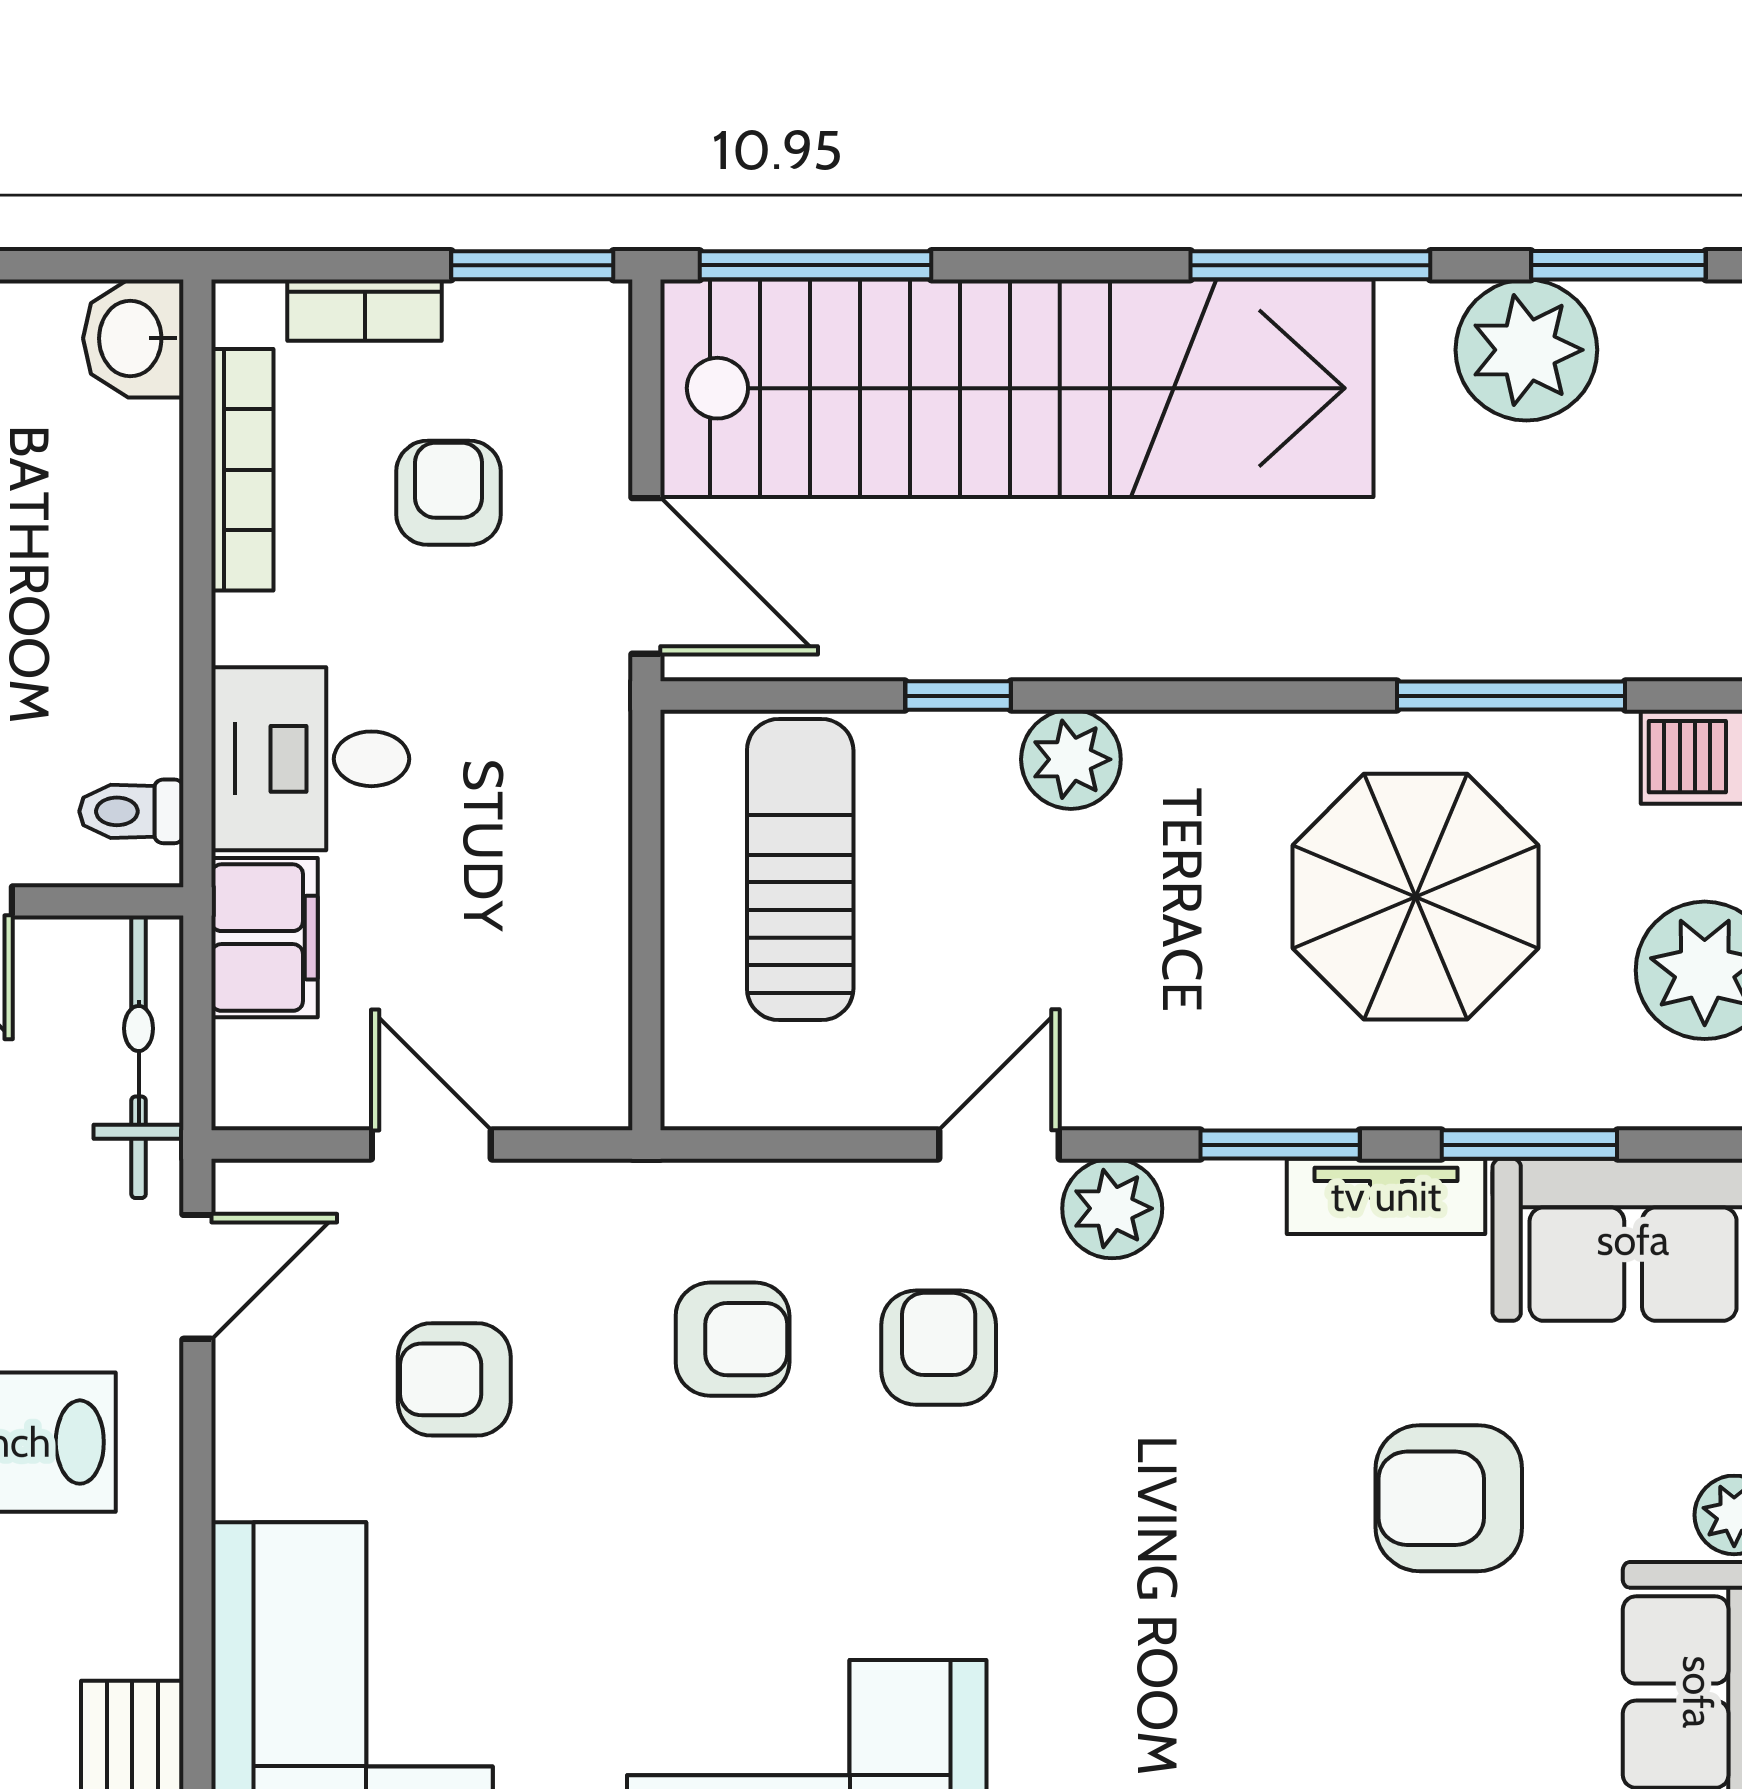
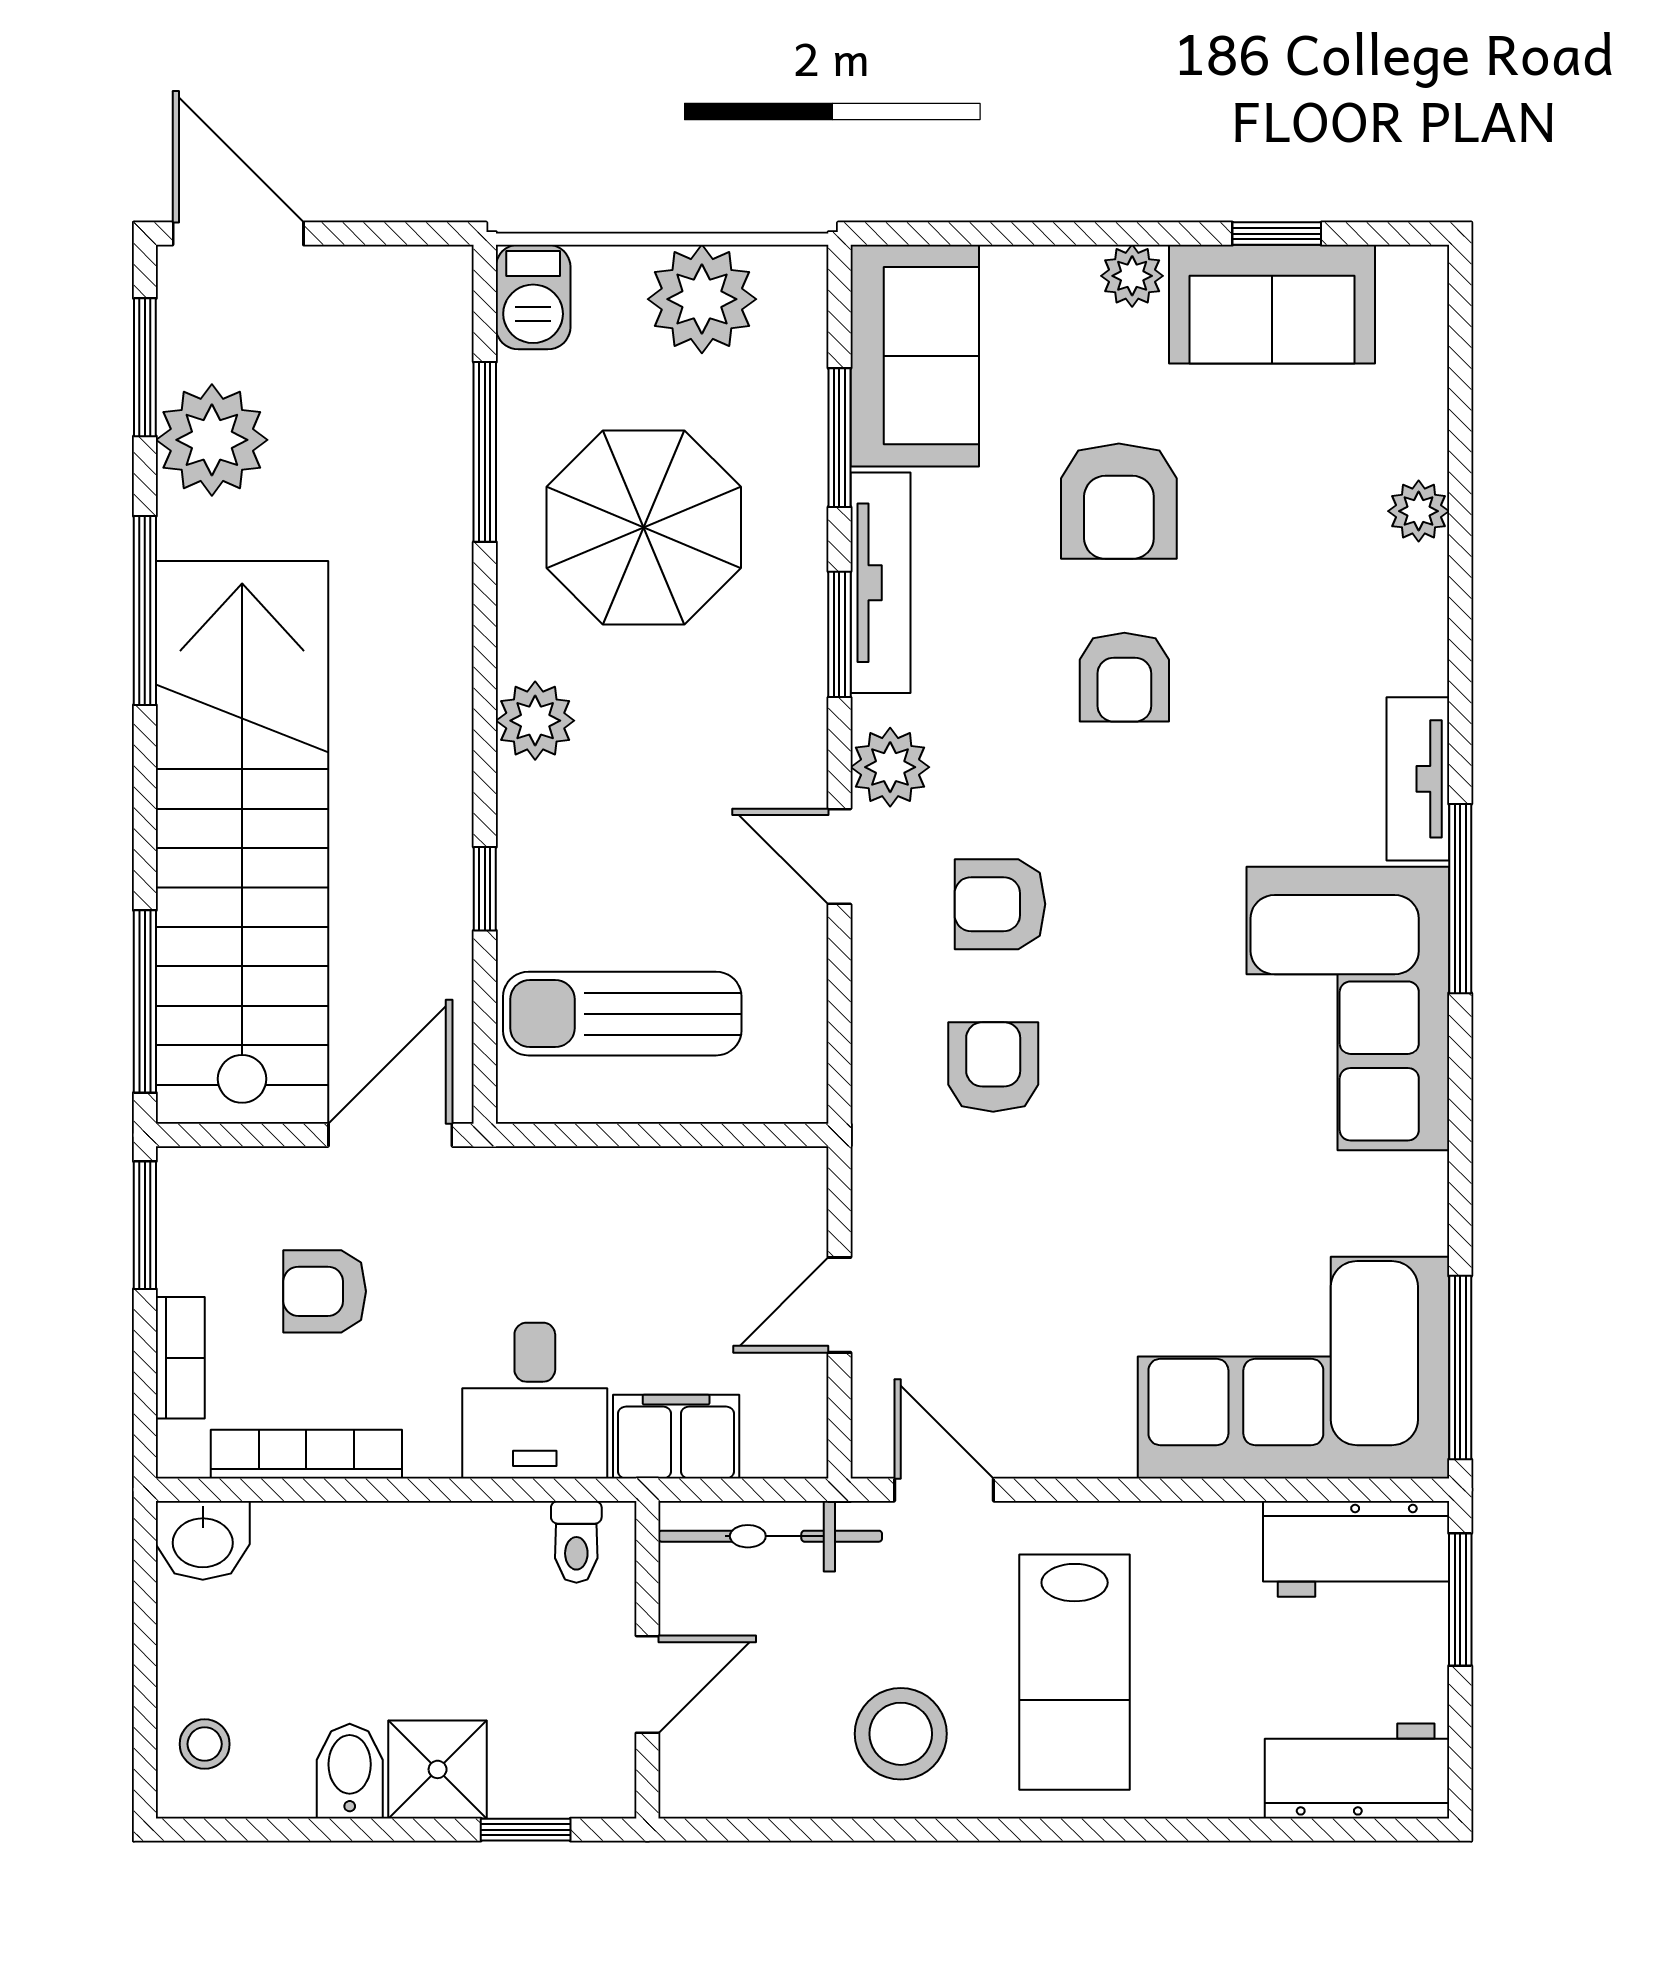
plant: (1071, 759) -> (535, 721), moved
tv unit: (1386, 1196) -> (880, 583), width x1.41
armchair: (454, 1379) -> (1124, 677), moved

